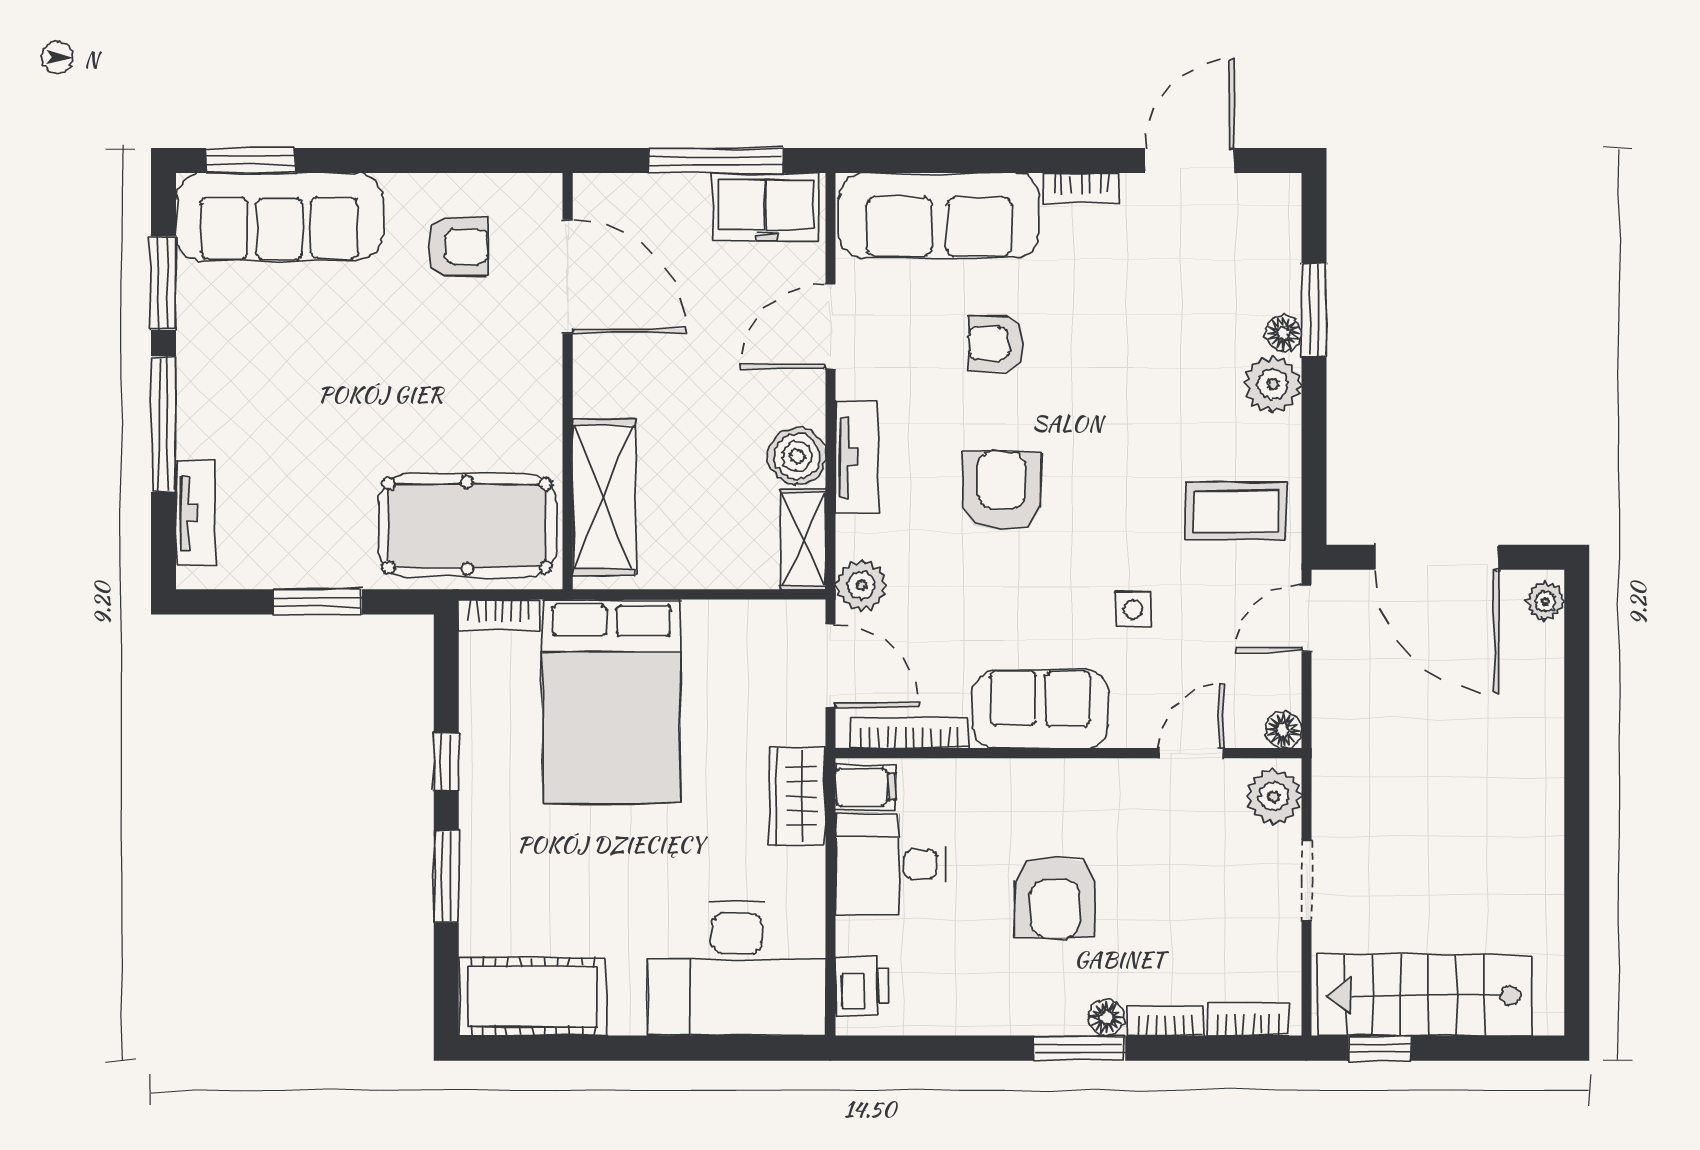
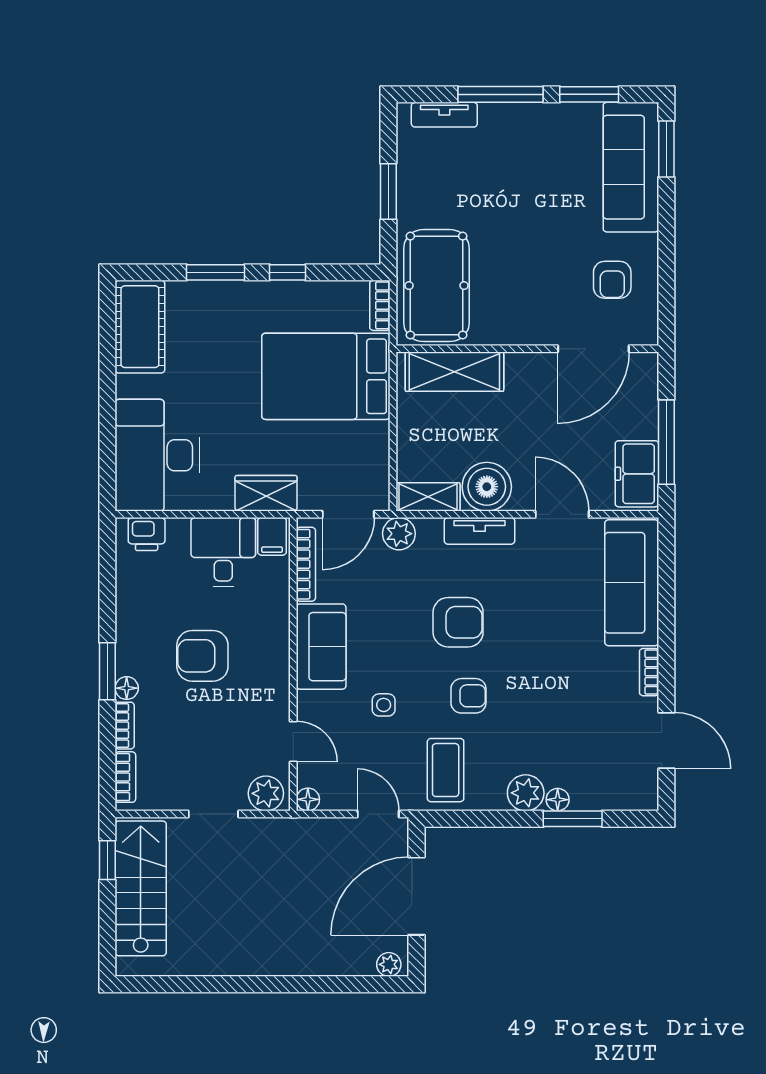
armchair: (996, 344) -> (468, 696), moved, turned 90
boiler: (797, 456) -> (487, 487), width x1.37, depth x1.37

